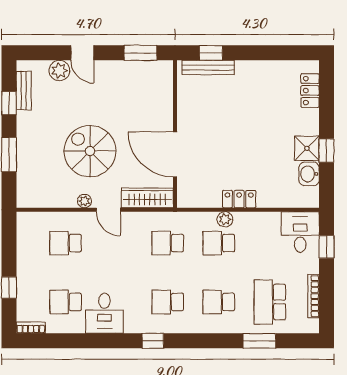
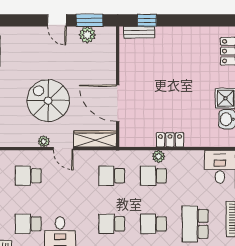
door: (82, 53) -> (57, 20), moved
bench: (208, 67) -> (139, 32), width x0.73
plant: (59, 71) -> (87, 35), moved

